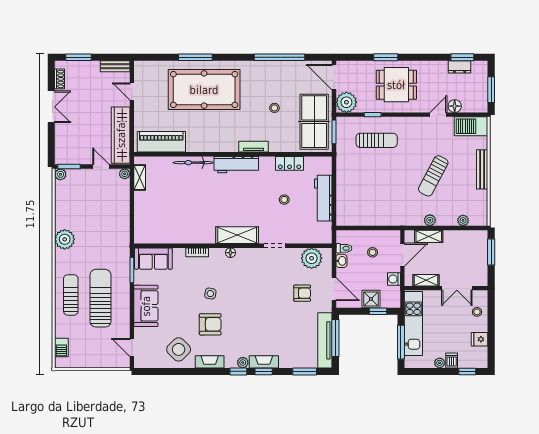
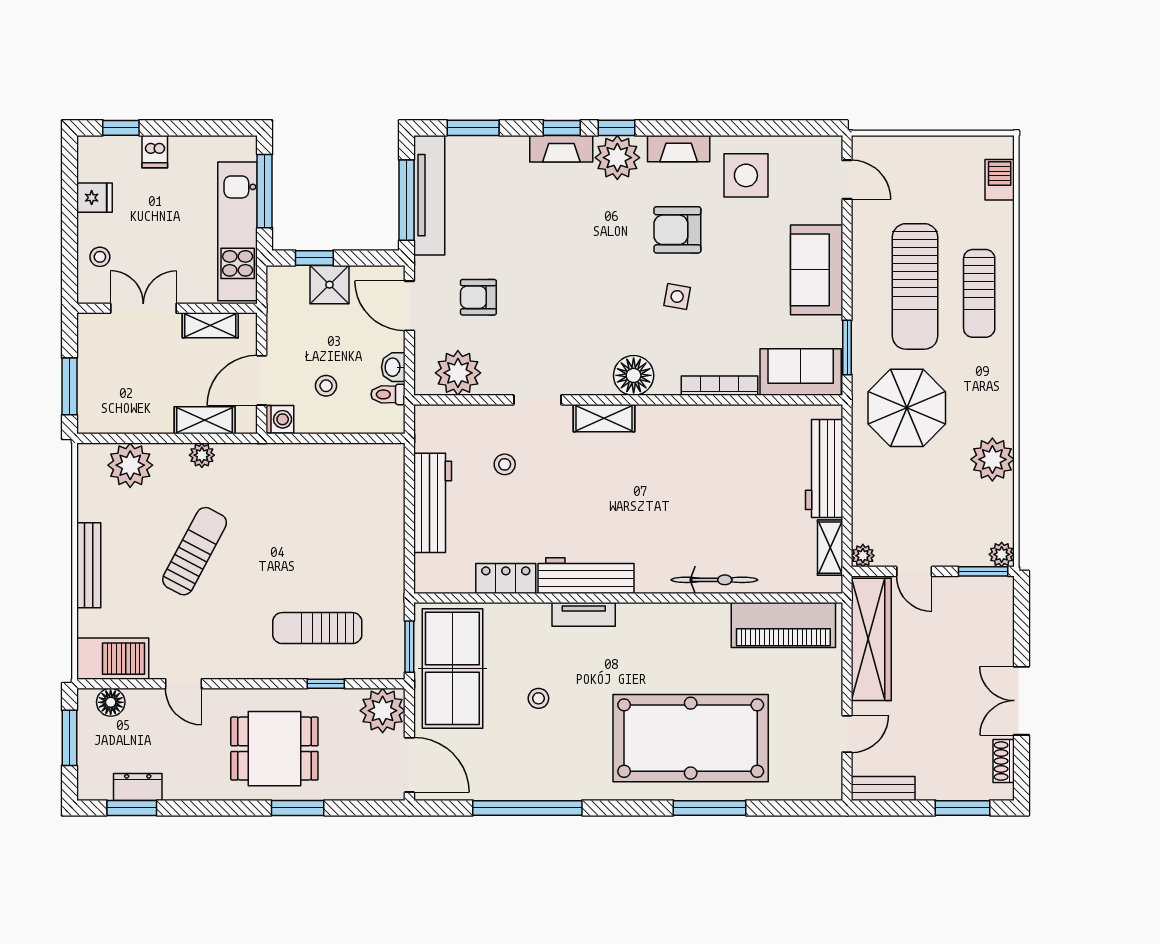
door: (132, 91) -> (847, 734), hinge flipped
floor lamp: (455, 106) -> (111, 702), moved
door: (438, 115) -> (184, 684), hinge flipped
workbench: (236, 165) -> (586, 576), moved
stool: (284, 200) -> (505, 464), moved
workbench: (142, 214) -> (824, 468), added
plant: (463, 220) -> (130, 465), width x1.87, depth x1.87
shelving: (237, 235) -> (604, 418), width x0.67, depth x0.75
plant: (65, 239) -> (992, 459), moved
parasol: (104, 242) -> (907, 408), added
bookcase: (197, 252) -> (720, 386), width x1.56
floor lamp: (230, 253) -> (634, 375), width x1.89, depth x1.89
washing machine: (394, 279) -> (280, 419), moved
side table: (179, 349) -> (746, 175), turned 45
plant: (243, 363) -> (617, 158), width x1.87, depth x1.87
plant: (440, 363) -> (181, 146), removed

